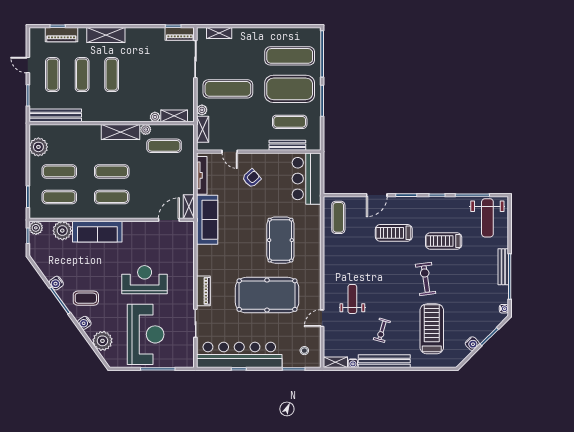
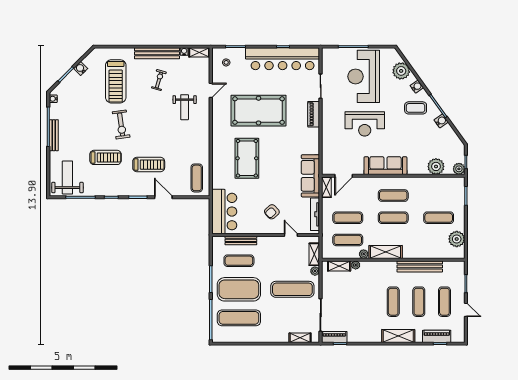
bench: (55, 115) -> (420, 266), moved
door: (377, 195) -> (163, 197), hinge flipped
exercise mat: (59, 197) -> (348, 218), moved
sofa: (97, 232) -> (385, 166), moved

